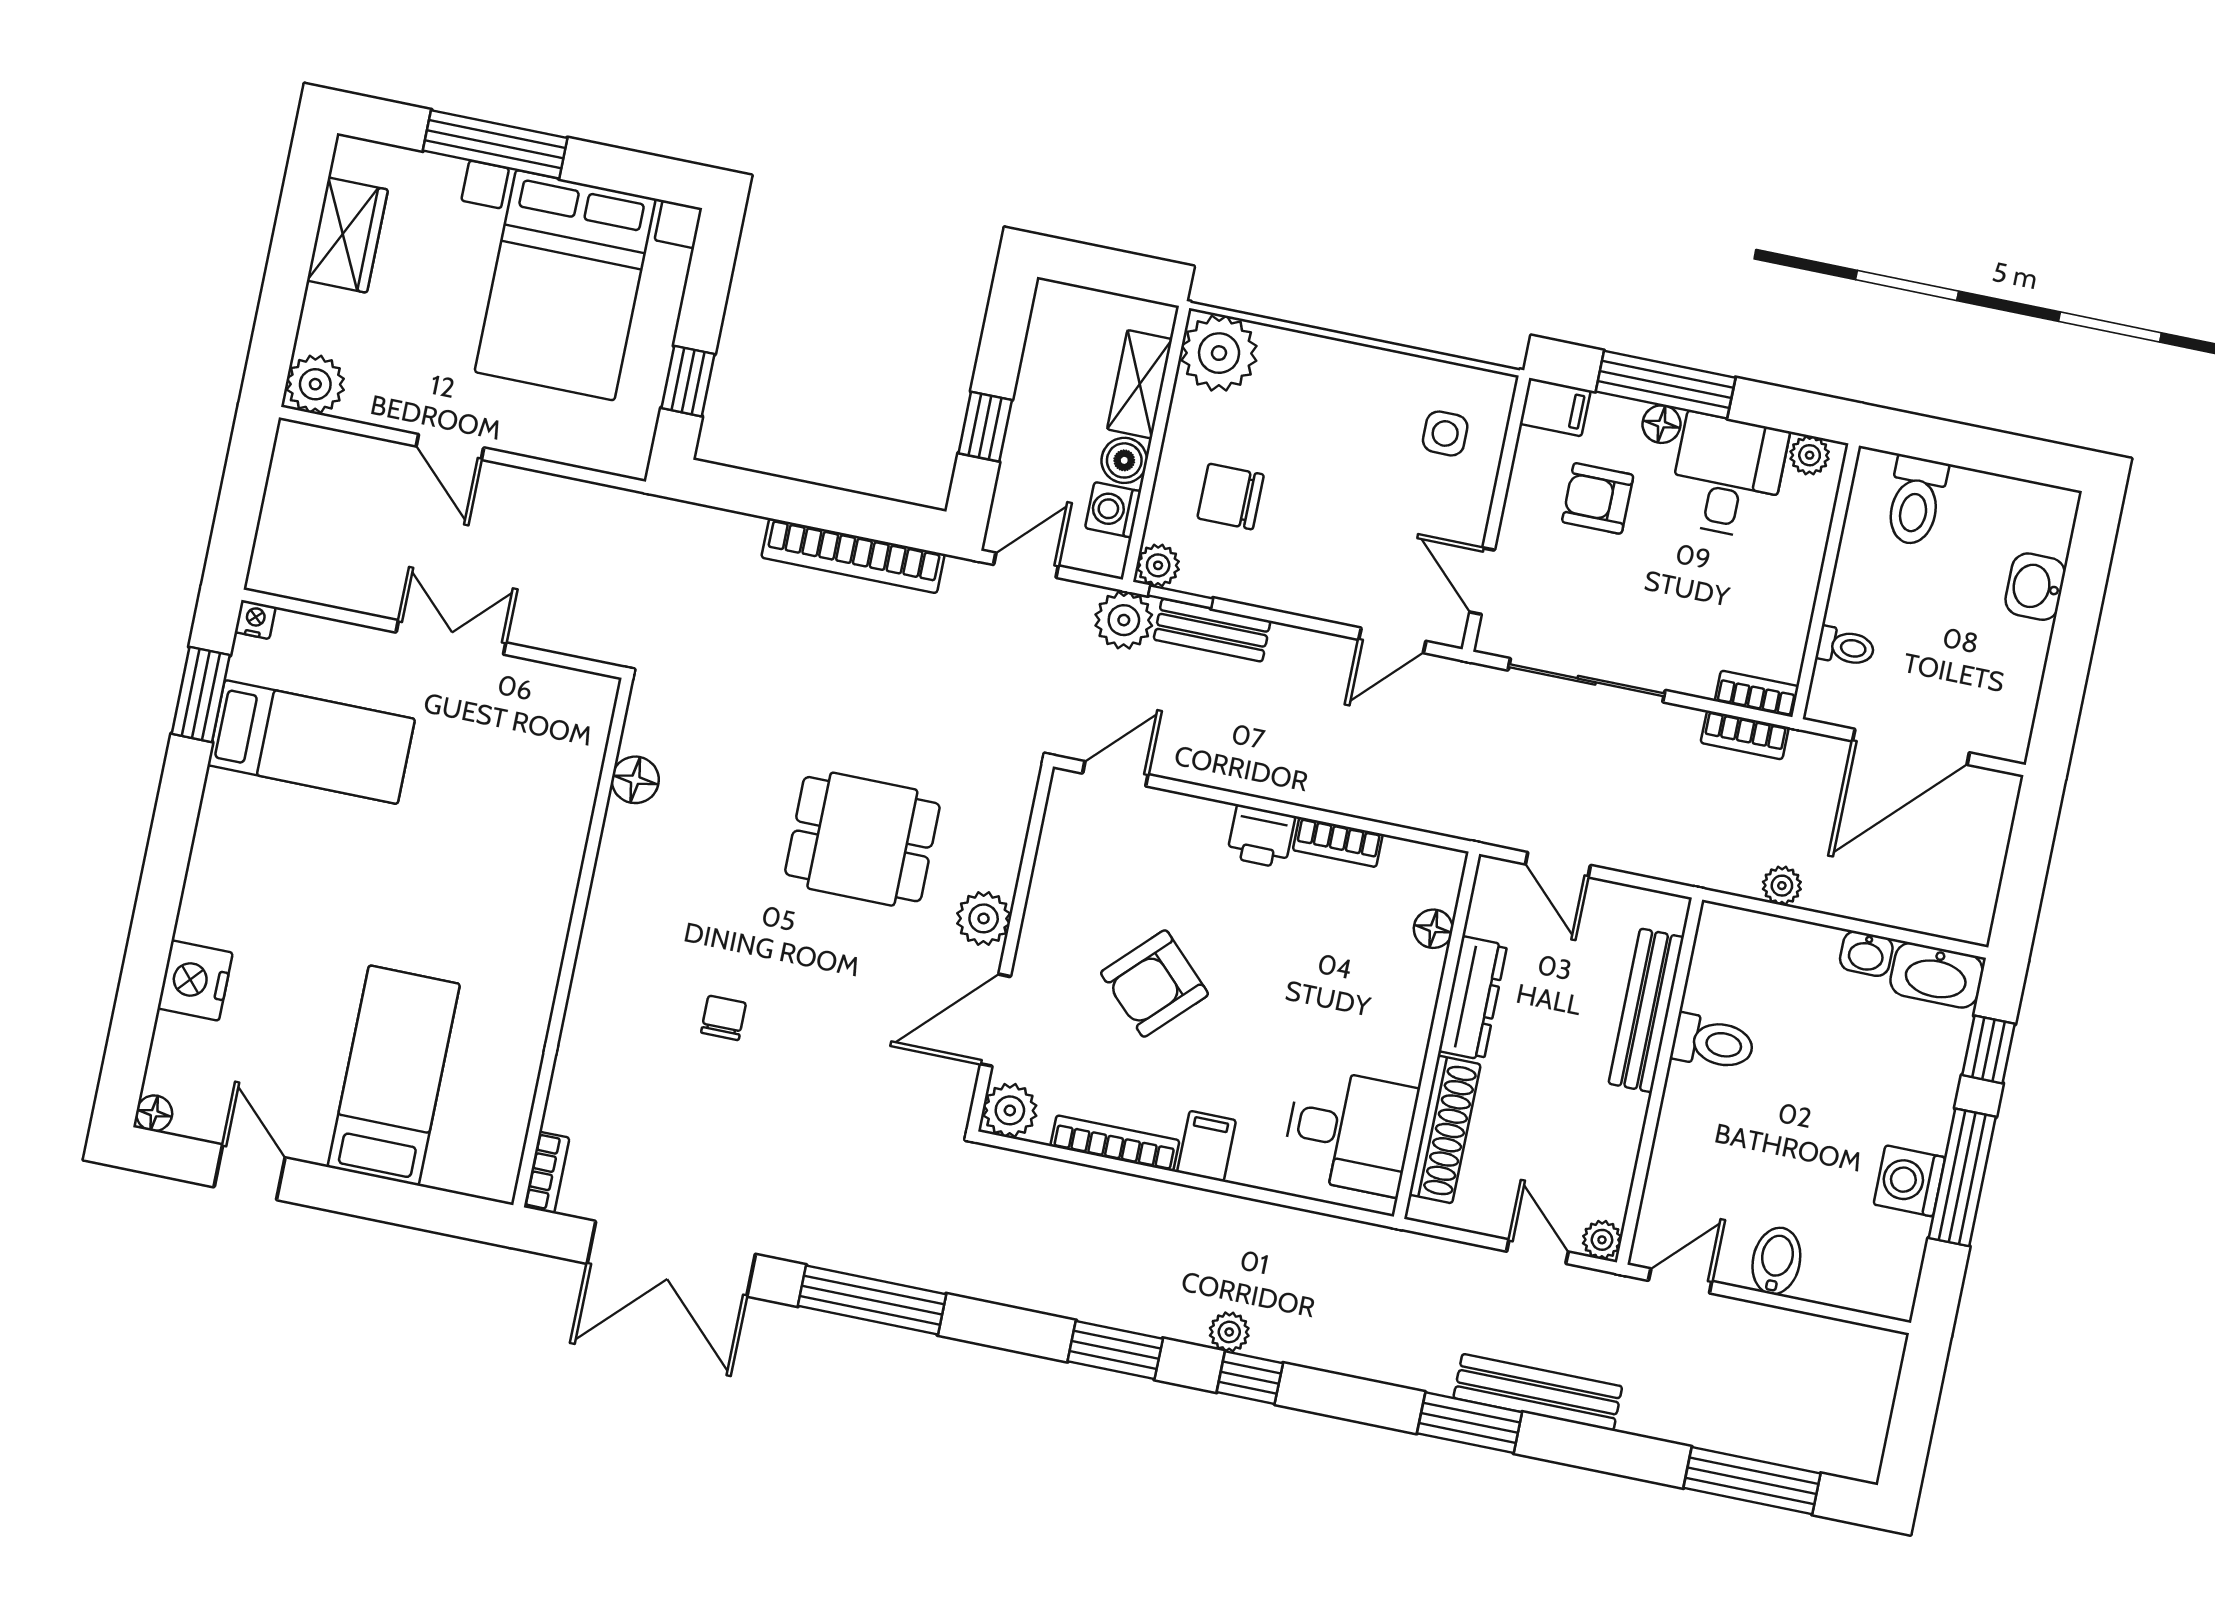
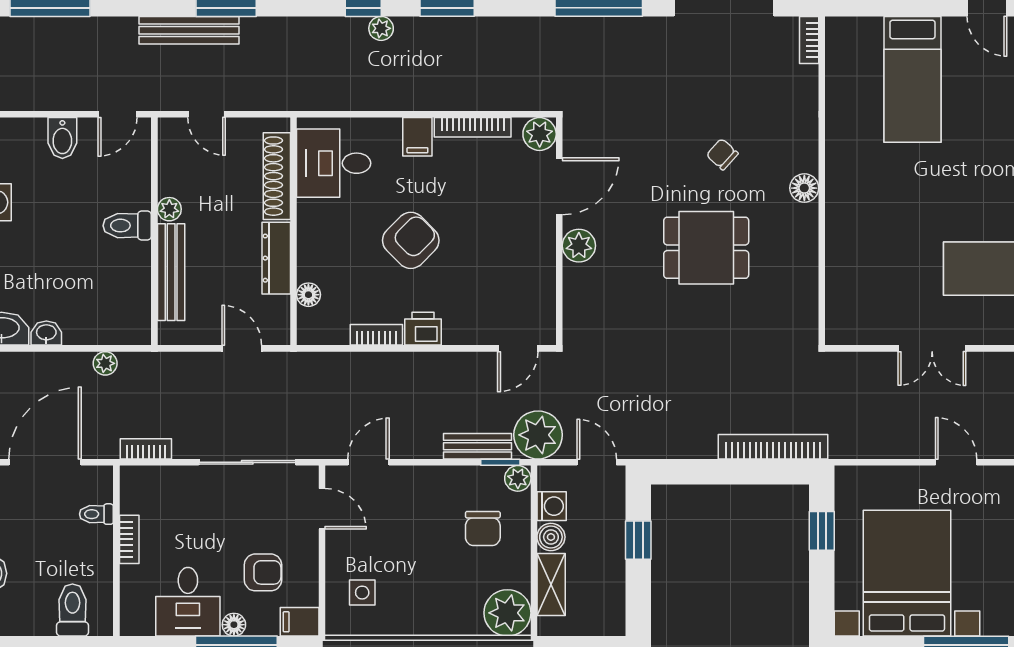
plant: (1810, 455) -> (141, 624), removed
chair: (1231, 496) -> (483, 528), turned 90
bookcase: (853, 556) -> (773, 447), moved
door: (1026, 565) -> (597, 462), swing flipped
plant: (1124, 620) -> (538, 435), width x1.36, depth x1.36
bookcase: (1757, 694) -> (129, 539), moved, turned -90
floor lamp: (635, 780) -> (804, 188), moved
dining table: (862, 839) -> (706, 248), moved
armchair: (1155, 983) -> (411, 240), moved
chair: (724, 1018) -> (722, 154), turned 132
toilet: (1713, 1043) -> (127, 226), moved
plant: (1602, 1240) -> (169, 209), moved

